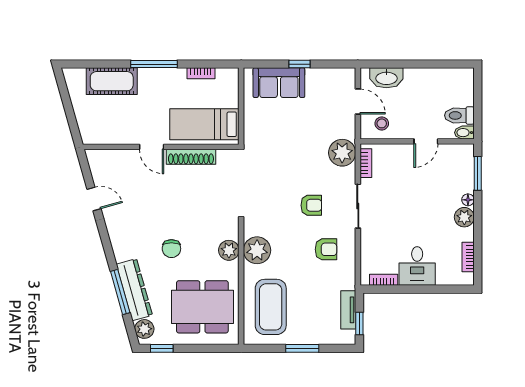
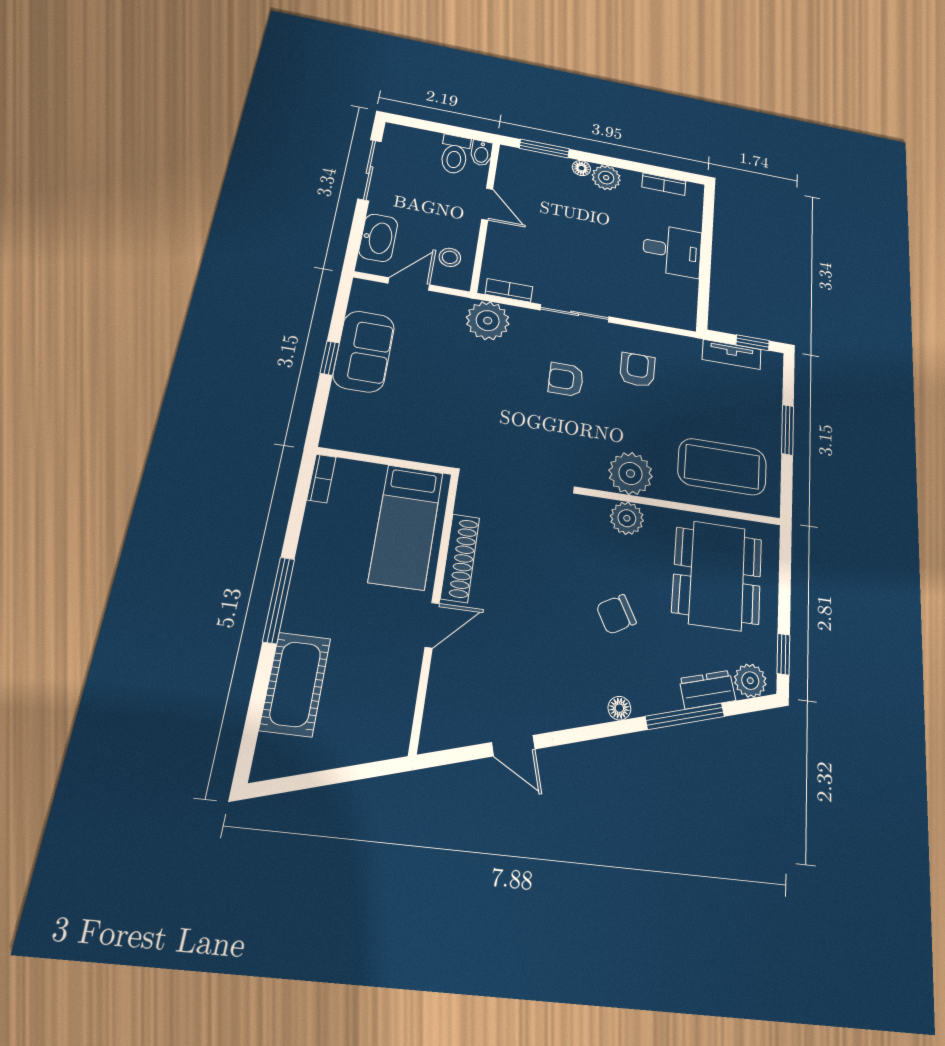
sliding door: (435, 64) -> (370, 170), added
bookcase: (201, 73) -> (321, 478), moved
sofa: (279, 83) -> (364, 351), moved
door: (94, 199) -> (513, 746), swing flipped
armchair: (311, 205) -> (566, 380), turned -90
chair: (171, 249) -> (616, 614), turned 151
floor lamp: (120, 255) -> (619, 708), added
bookcase: (384, 280) -> (689, 298), removed
dresser: (134, 290) -> (707, 690), width x0.51, depth x0.80

